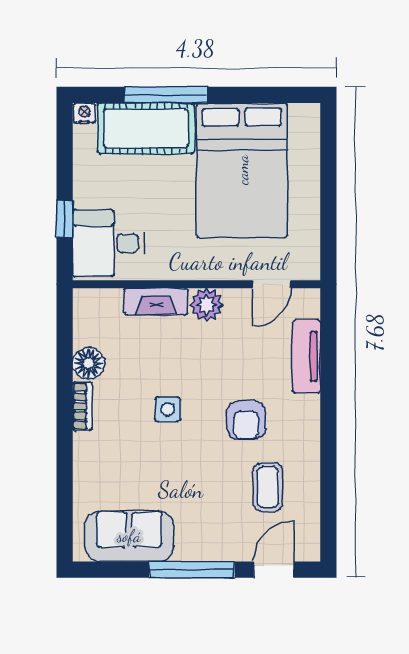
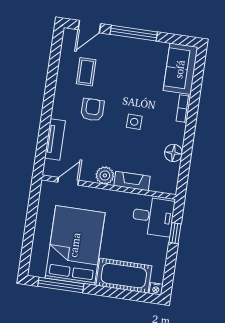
window: (166, 95) -> (61, 285), moved
bookcase: (82, 406) -> (183, 109), moved
sofa: (129, 536) -> (180, 69), moved, turned 90

